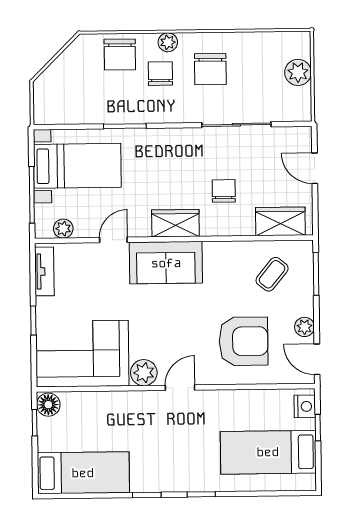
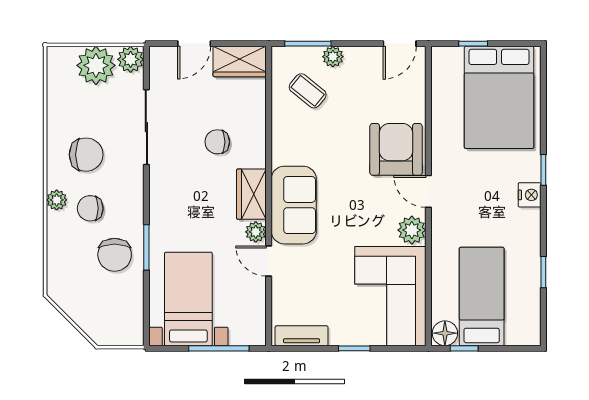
chair: (120, 55) -> (115, 255), moved, turned 90
plant: (298, 72) -> (96, 65), width x1.36, depth x1.36
plant: (299, 109) -> (131, 59), added
wardrobe: (280, 221) -> (240, 61), moved, turned -90
plant: (63, 229) -> (256, 232), moved
plant: (304, 327) -> (333, 57), moved
armchair: (243, 341) -> (396, 149), moved
nightstand: (305, 406) -> (530, 195), moved, turned 90
bed: (268, 452) -> (499, 97), width x1.50
bed: (83, 473) -> (482, 296), moved
window: (147, 495) -> (543, 272), moved

